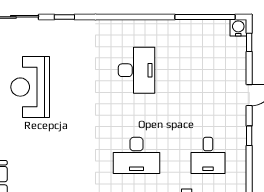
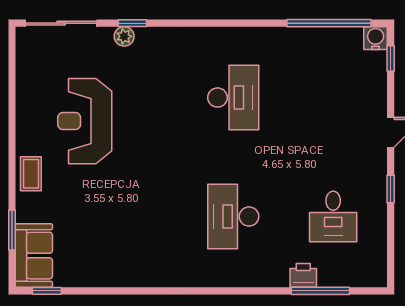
plant: (58, 26) -> (124, 36), added
desk: (136, 155) -> (233, 216), turned 90

